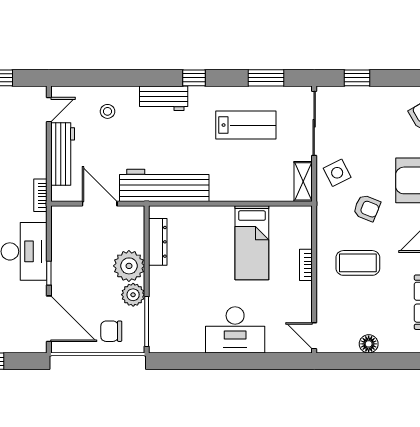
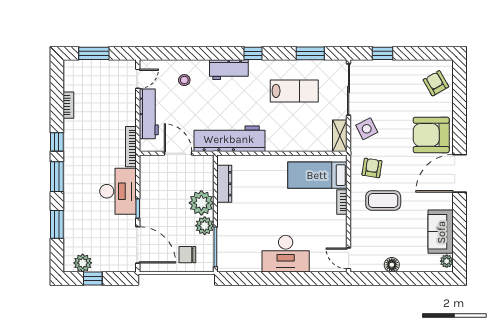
bookcase: (40, 195) -> (131, 147), width x1.56
armchair: (367, 208) -> (372, 168), moved, turned -103
bed: (252, 243) -> (317, 175), moved, turned 90

